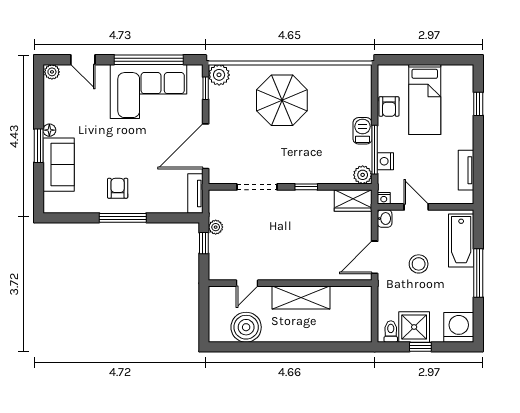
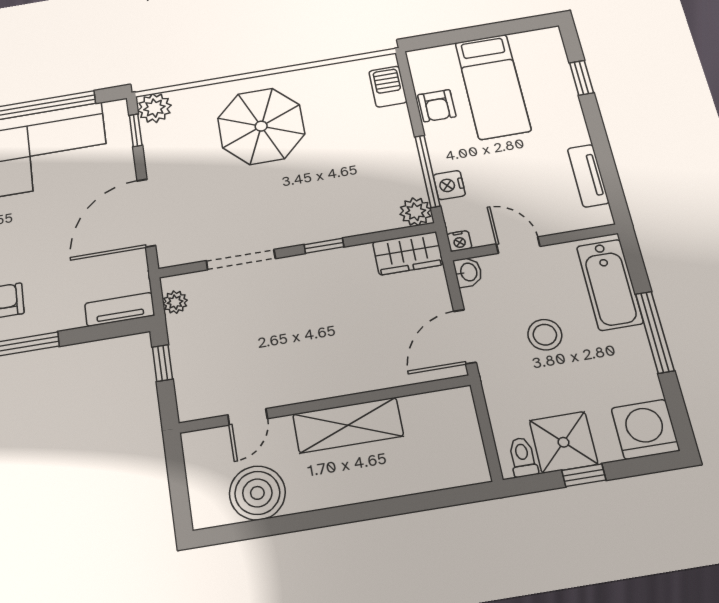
barbecue: (363, 131) -> (388, 87), moved
tv unit: (195, 193) -> (120, 309), moved, turned 90
plant: (216, 227) -> (175, 302), moved

